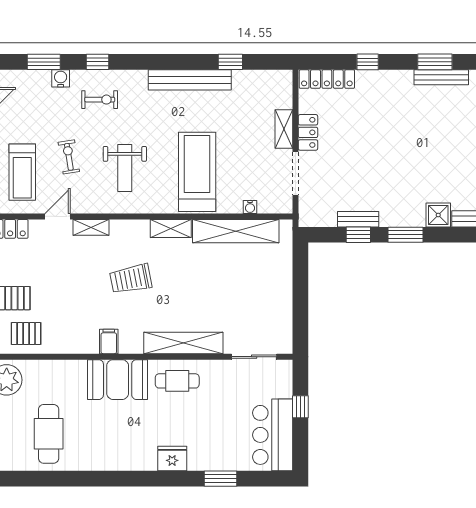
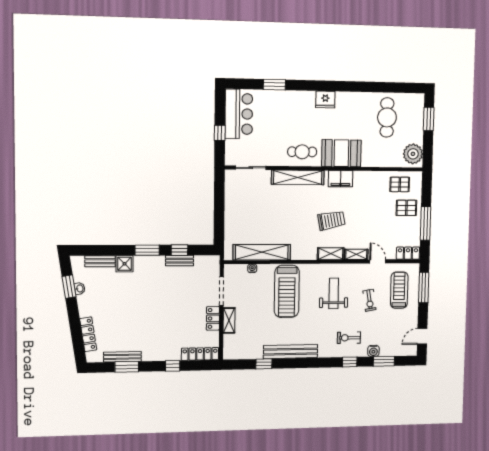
door: (57, 216) -> (378, 261), swing flipped
shelving: (171, 228) -> (331, 254), moved
filing cabinet: (109, 342) -> (341, 179), width x2.00
fridge: (172, 459) -> (325, 99), moved

